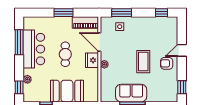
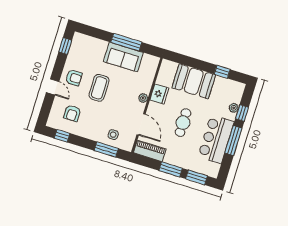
window: (40, 13) -> (196, 177), added
armchair: (159, 34) -> (72, 113), added
window: (19, 42) -> (233, 141), moved
door: (182, 50) -> (53, 87), hinge flipped
fridge: (92, 60) -> (159, 94), moved
window: (19, 87) -> (242, 113), moved

